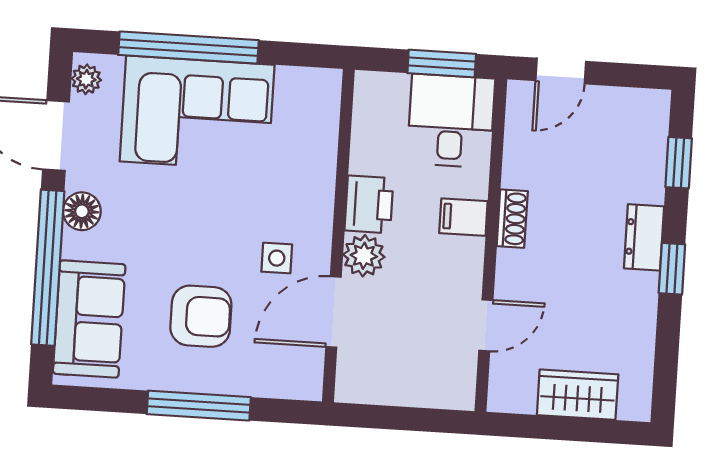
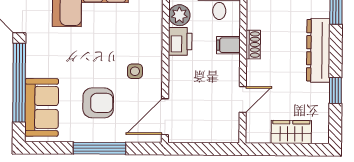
floor lamp: (82, 211) -> (35, 53), removed
dresser: (644, 237) -> (318, 50), width x1.96, depth x1.24
plant: (364, 256) -> (179, 15), moved
window: (672, 269) -> (335, 90), moved
door: (333, 312) -> (165, 117), moved

